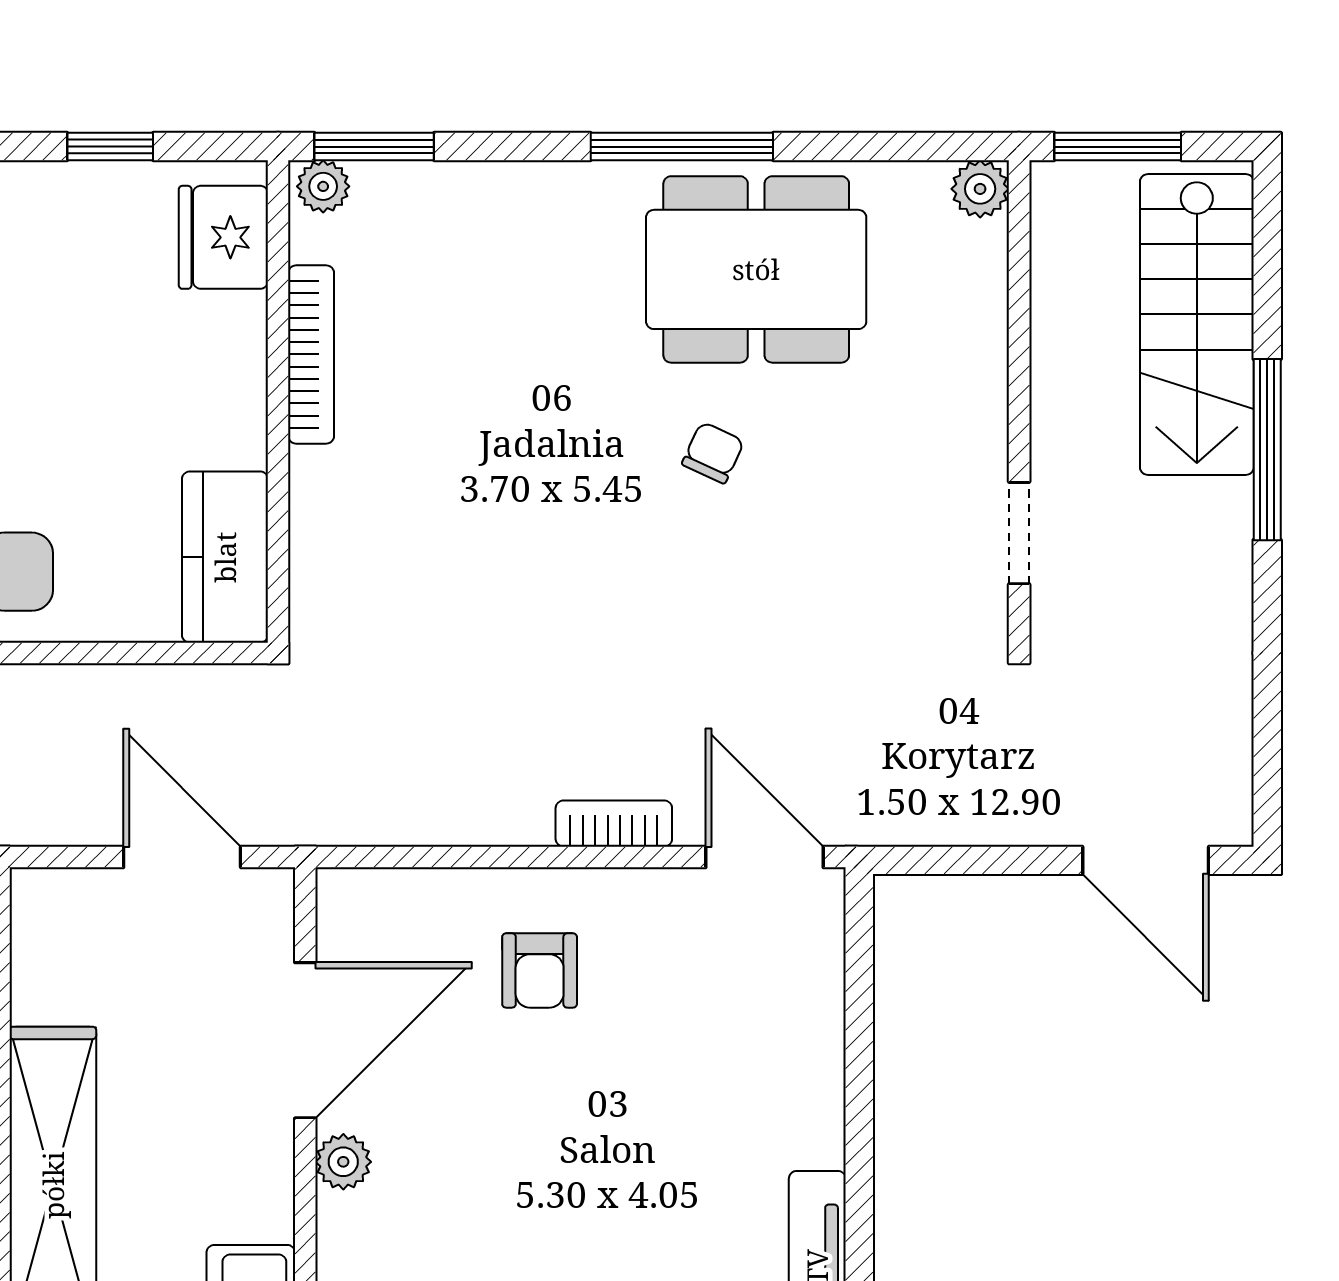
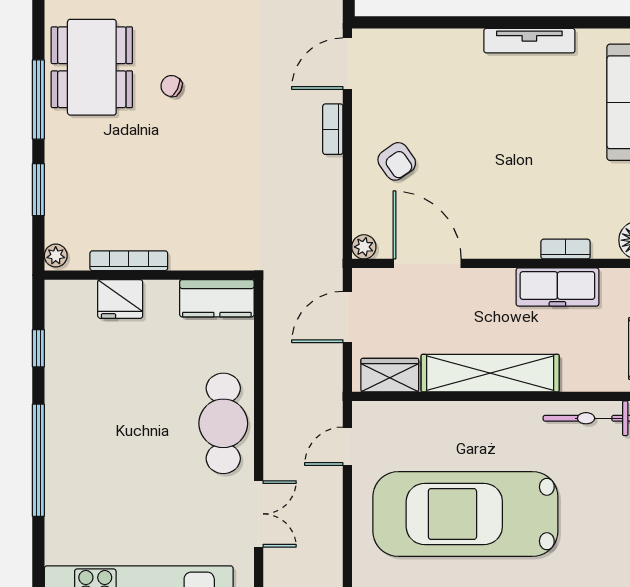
window: (374, 147) -> (38, 190), moved
fridge: (223, 237) -> (120, 299), moved
wardrobe: (48, 955) -> (390, 375), added
armchair: (540, 970) -> (397, 161), turned 55
plant: (343, 1162) -> (364, 247), moved

